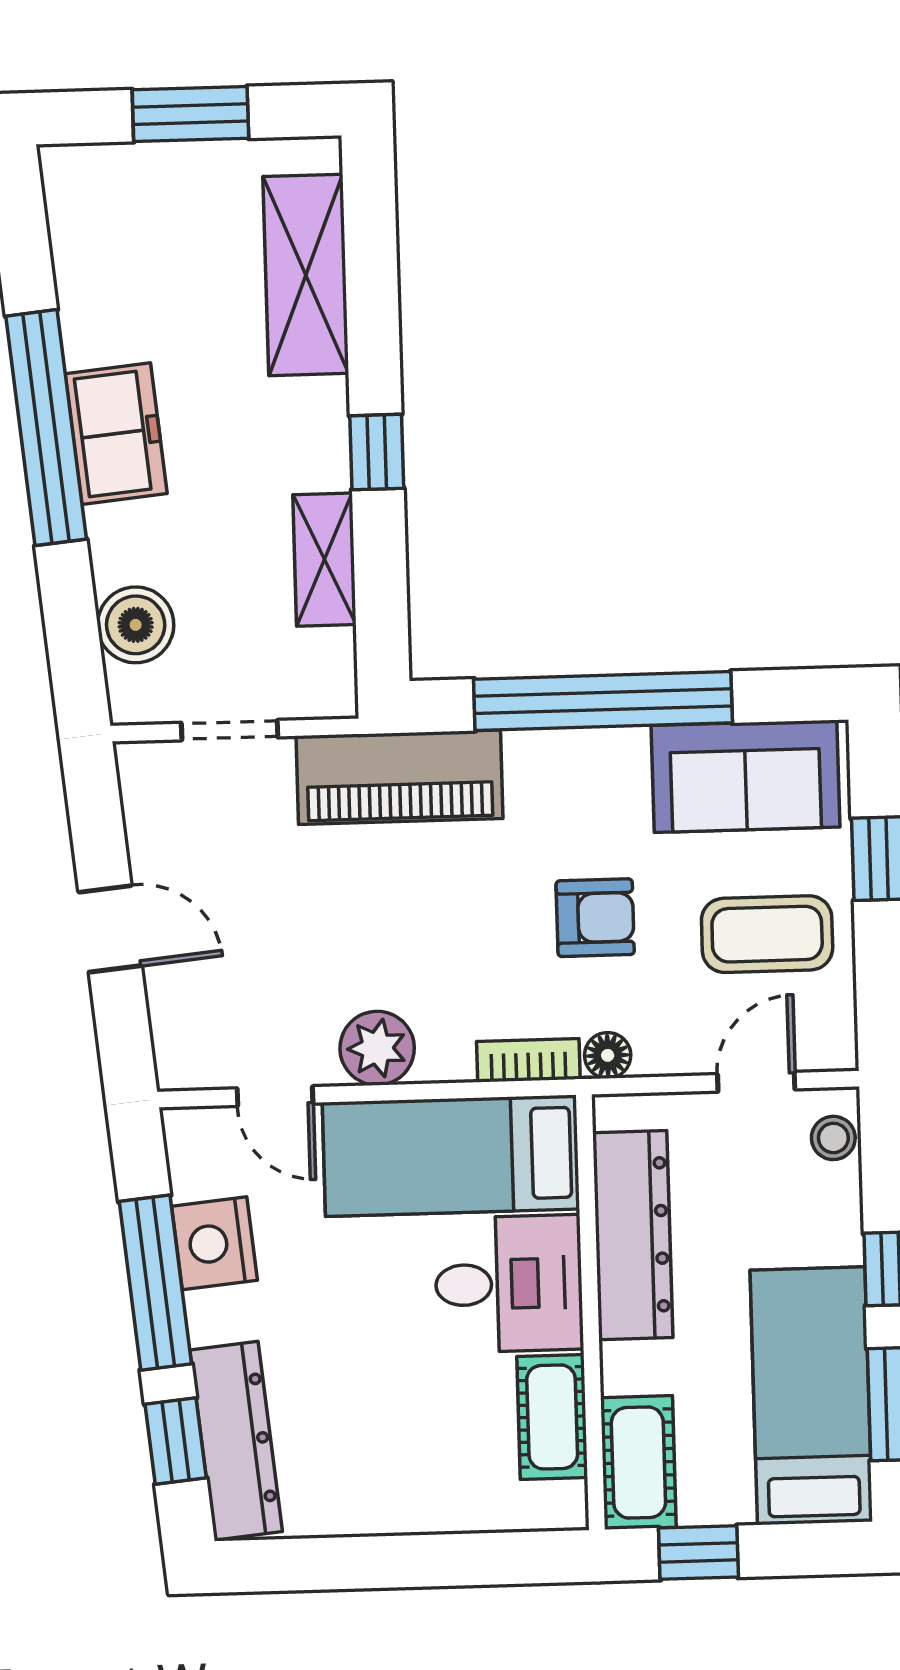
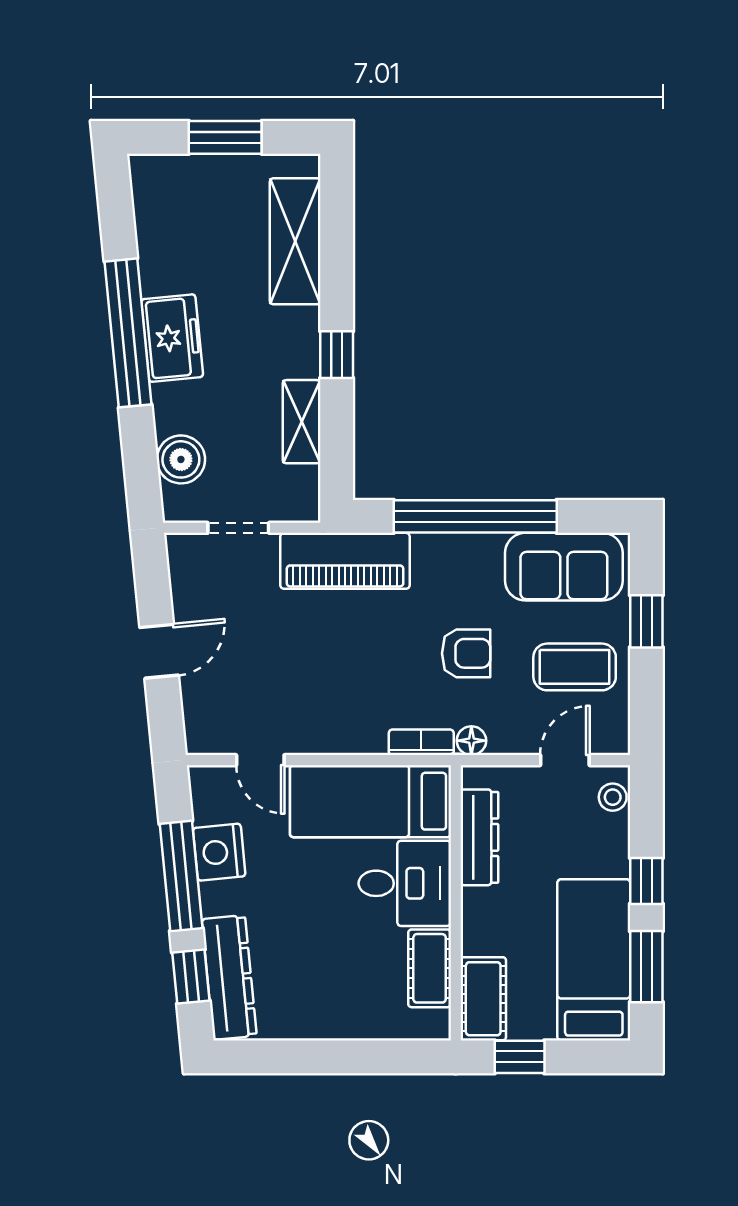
door: (110, 929) -> (159, 651), hinge flipped
plant: (377, 1048) -> (326, 732), removed
dresser: (633, 1235) -> (479, 837), width x0.73, depth x0.80

